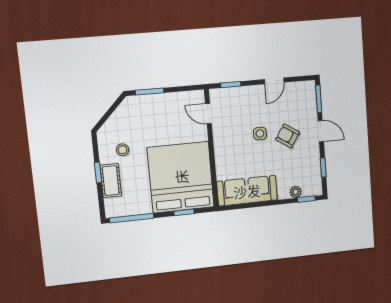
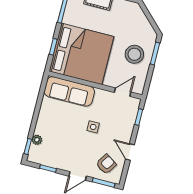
armchair: (288, 136) -> (106, 164), moved
stool: (123, 150) -> (134, 54), moved, width x1.89, depth x1.89
sofa: (247, 191) -> (69, 91), moved, turned 90

